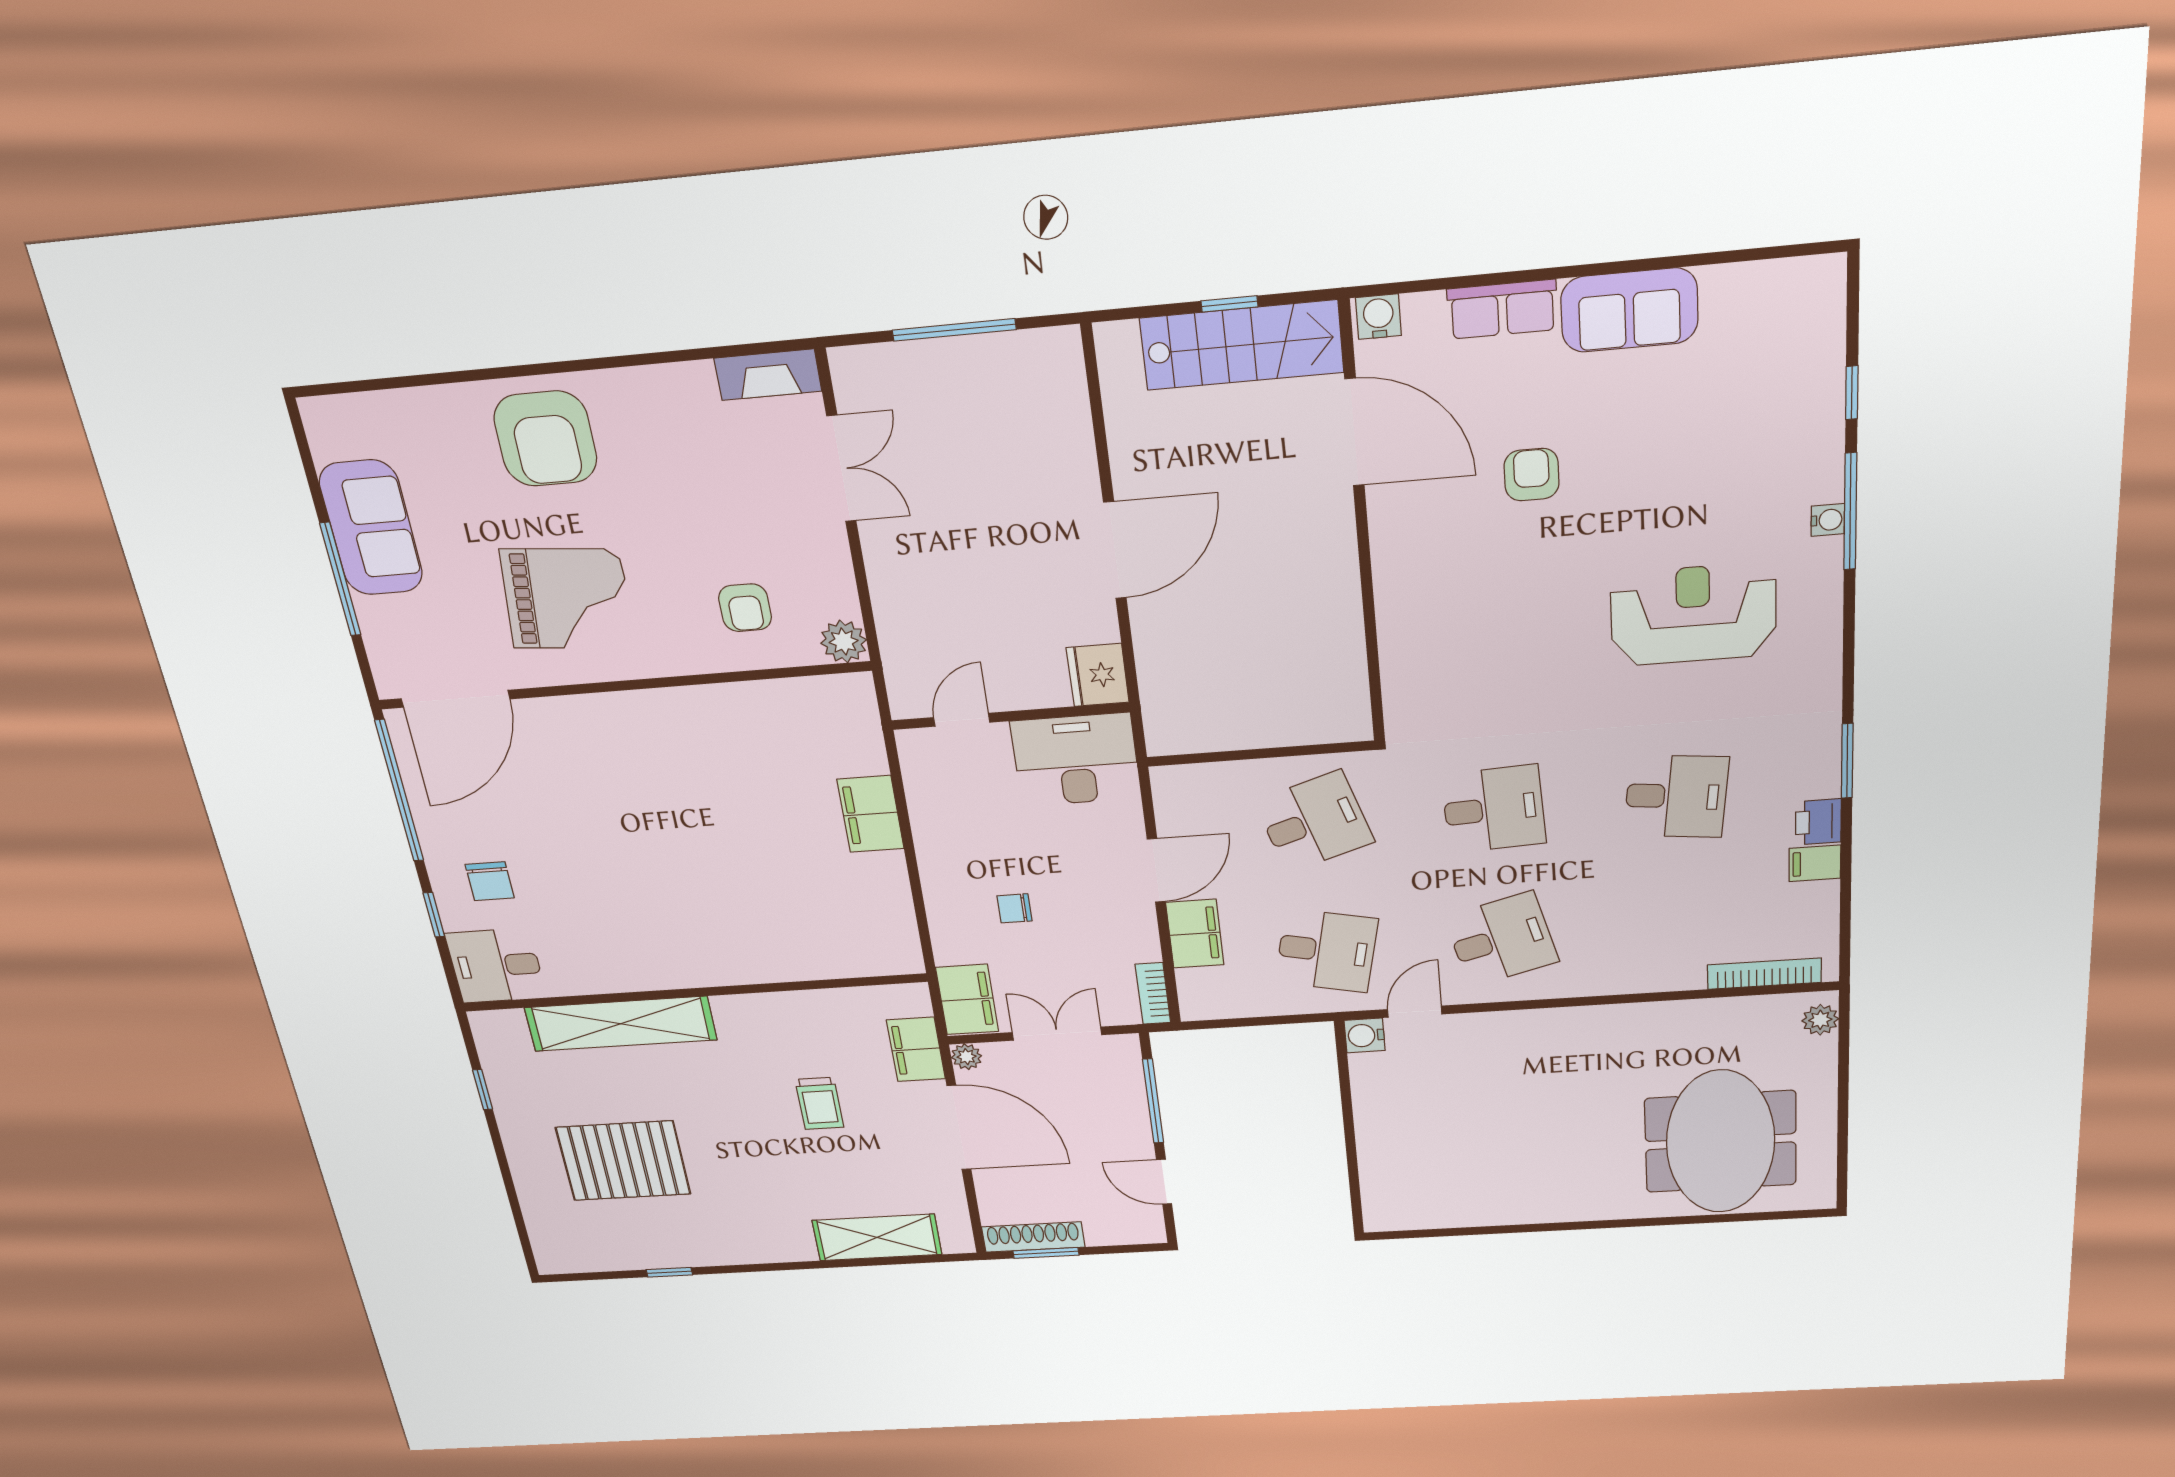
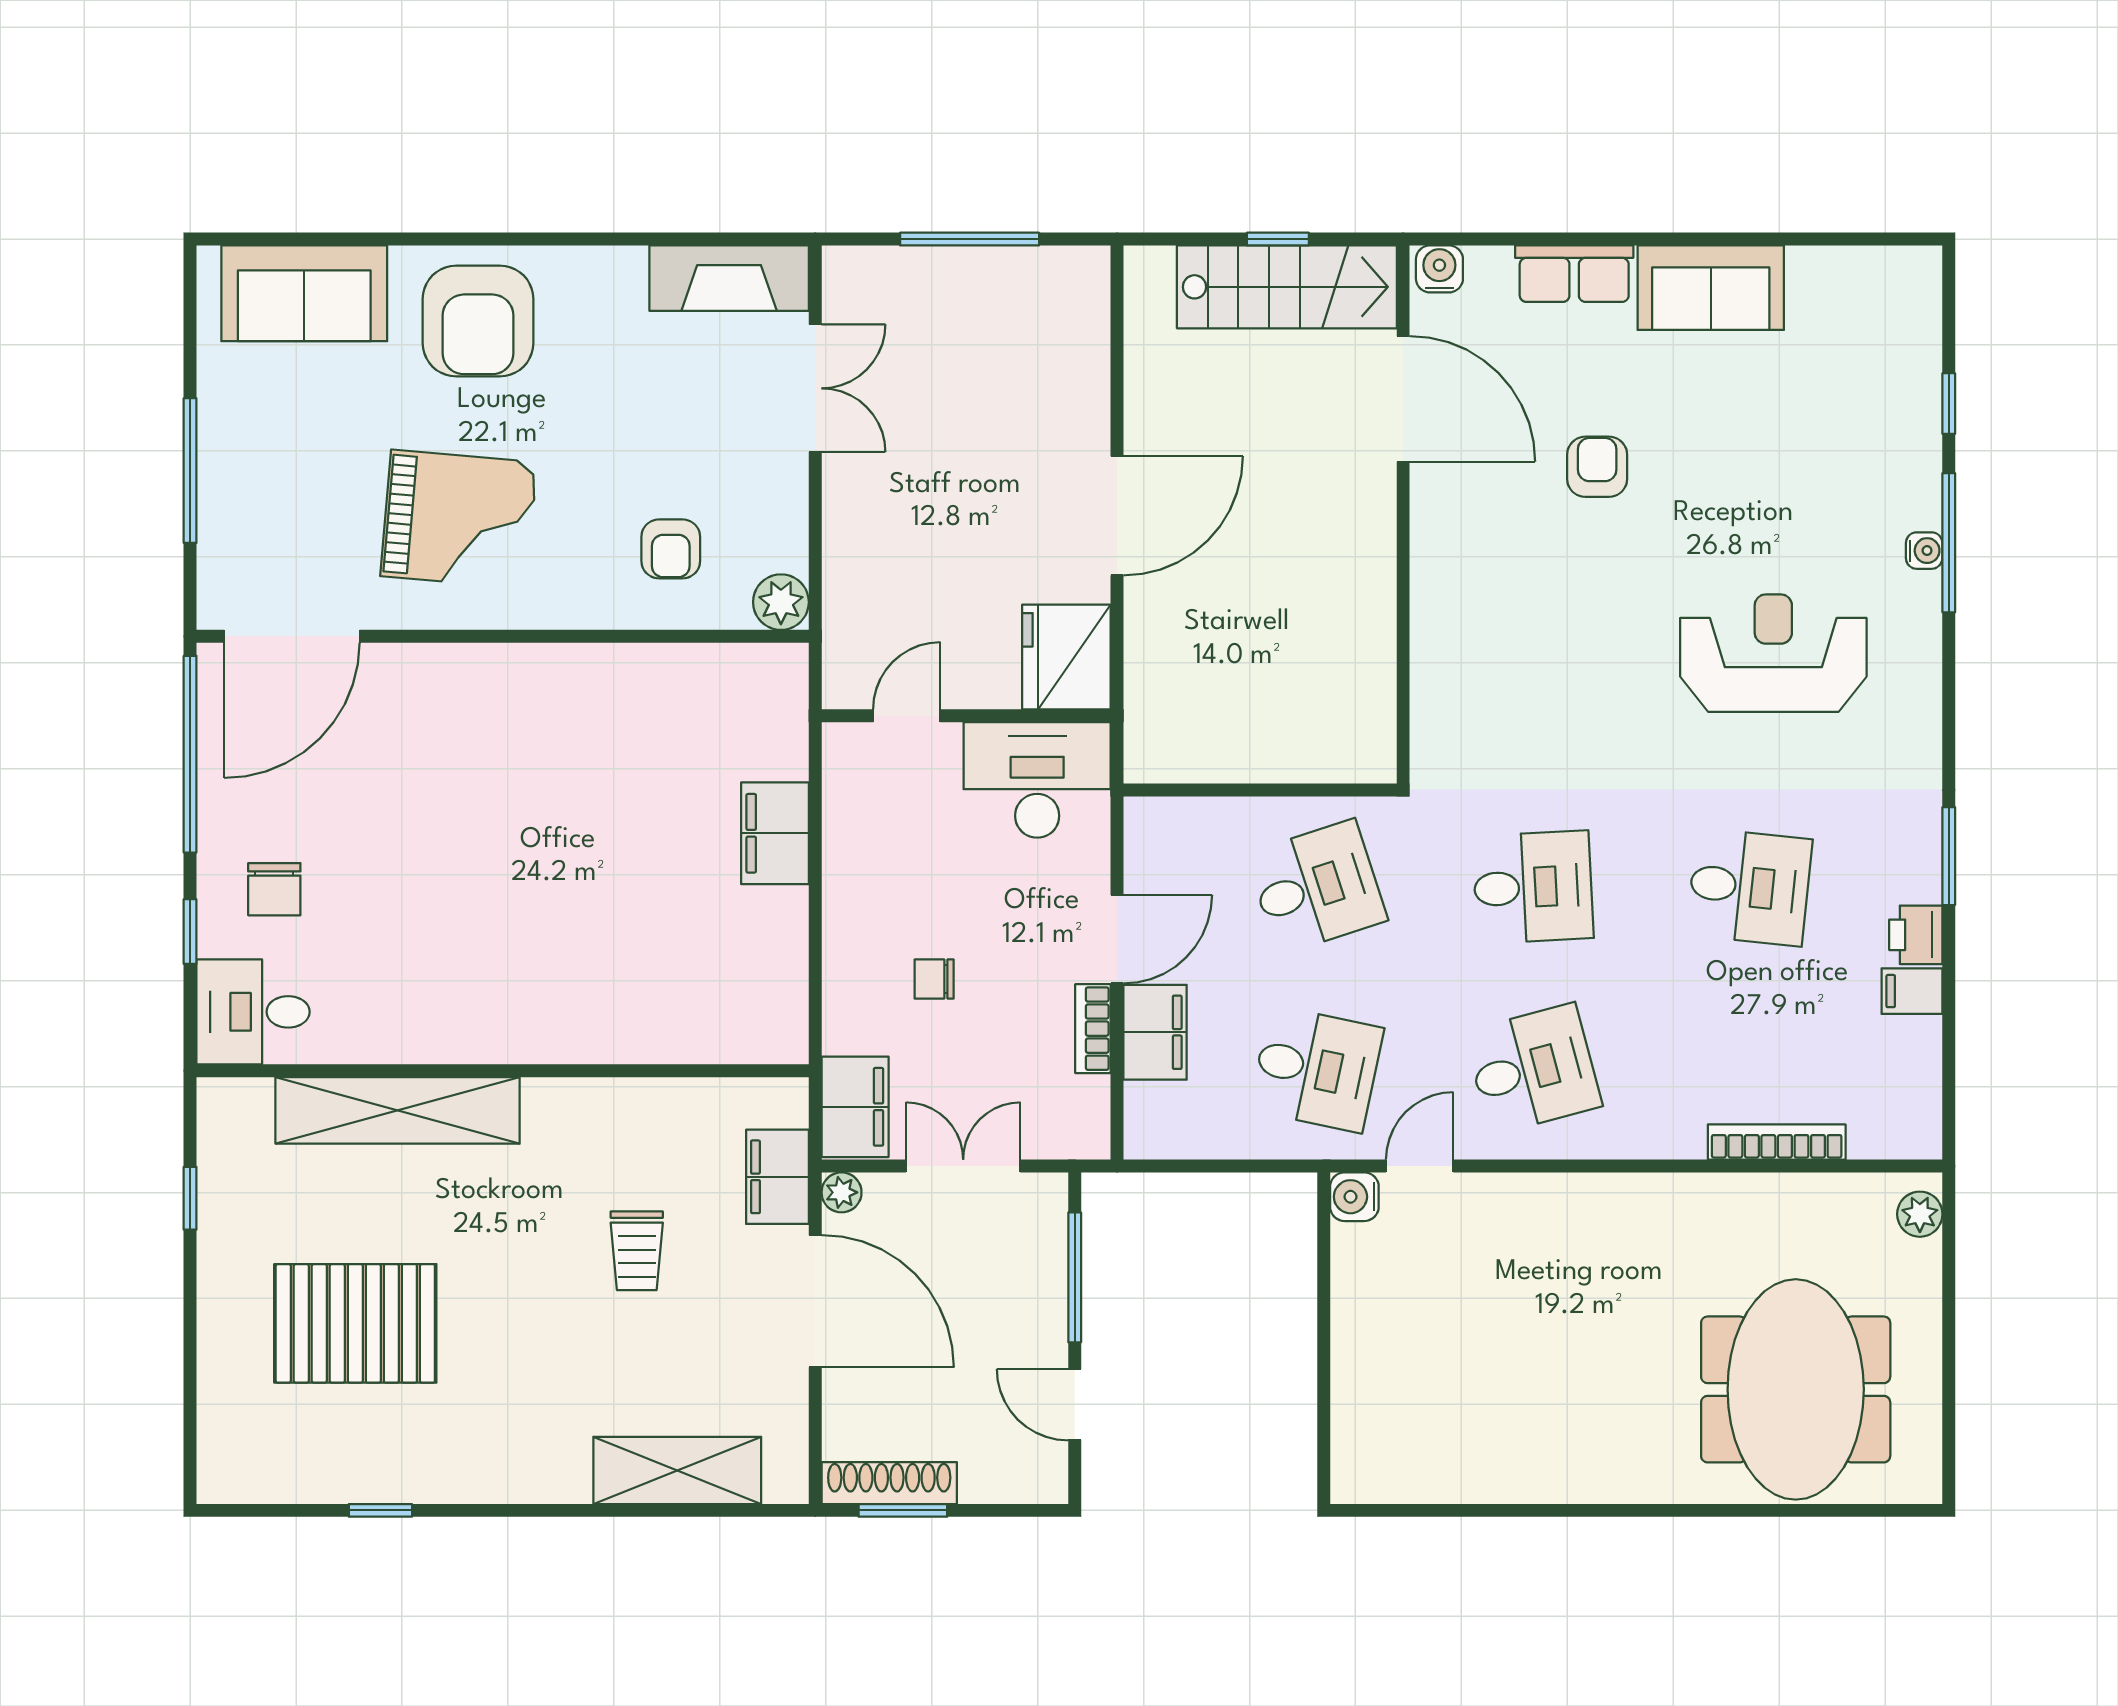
fireplace: (768, 375) -> (729, 278), width x1.37, depth x1.32
sofa: (371, 528) -> (304, 293), moved, turned 90
fridge: (1098, 675) -> (1066, 657), width x1.36, depth x1.34
bookcase: (1764, 974) -> (1777, 1142), moved
bookcase: (1153, 993) -> (1093, 1029), moved

